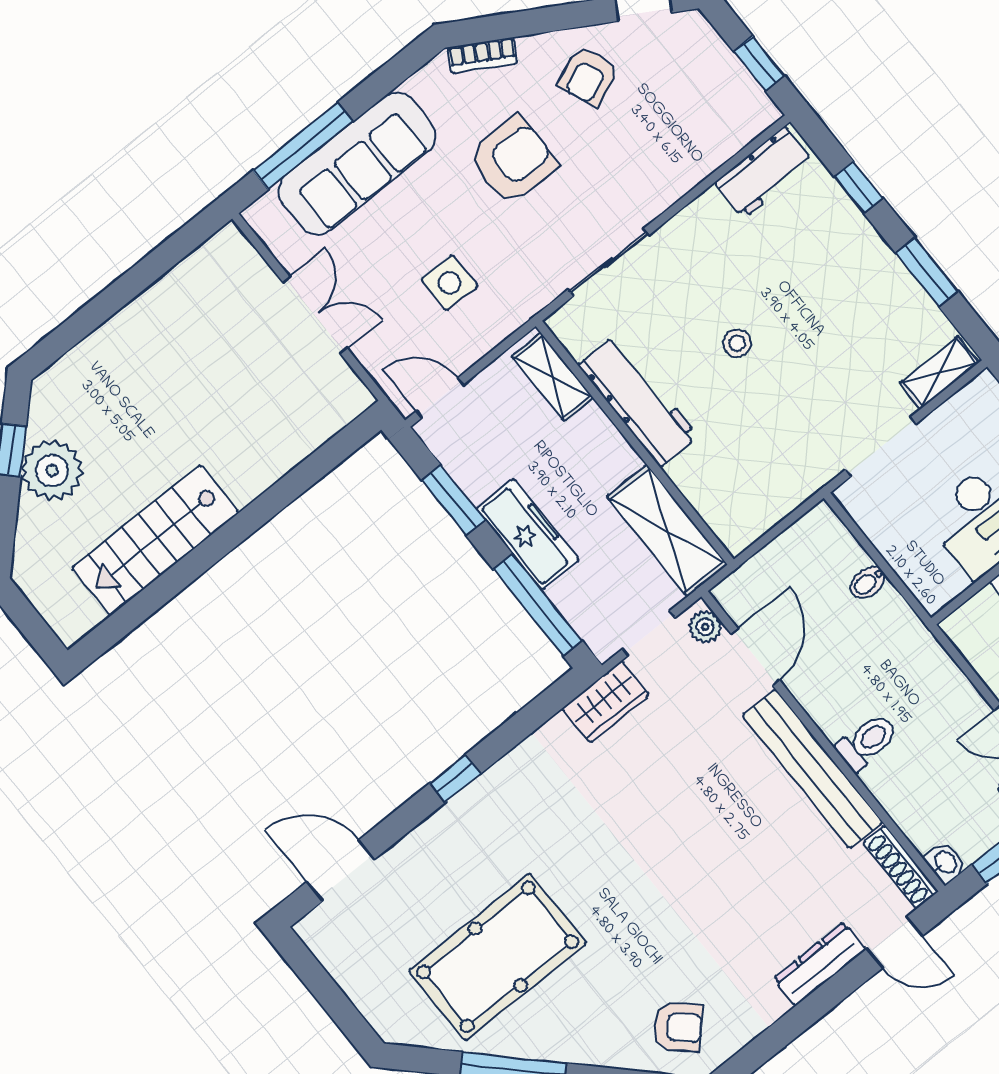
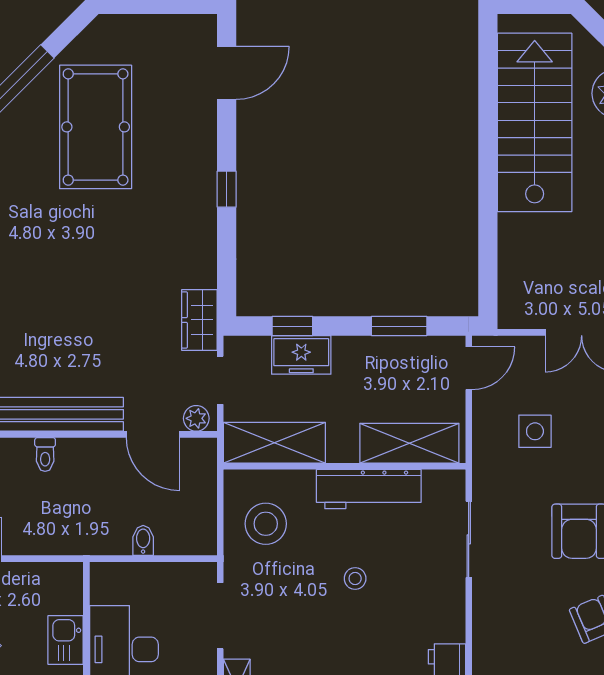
shelving: (552, 377) -> (409, 443), width x1.50, depth x1.33
stool: (754, 475) -> (266, 524), added
freezer: (528, 534) -> (301, 355), moved, width x0.71
stairs: (155, 540) -> (535, 122), width x1.36, depth x1.51
window: (538, 605) -> (292, 326), width x0.46
toilet: (867, 742) -> (45, 454), width x0.73, depth x0.72

